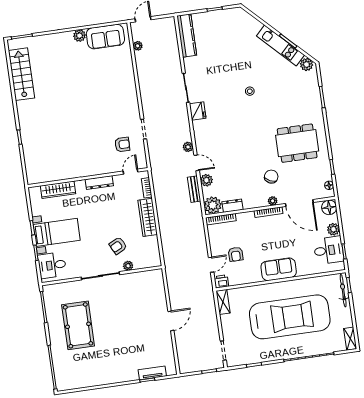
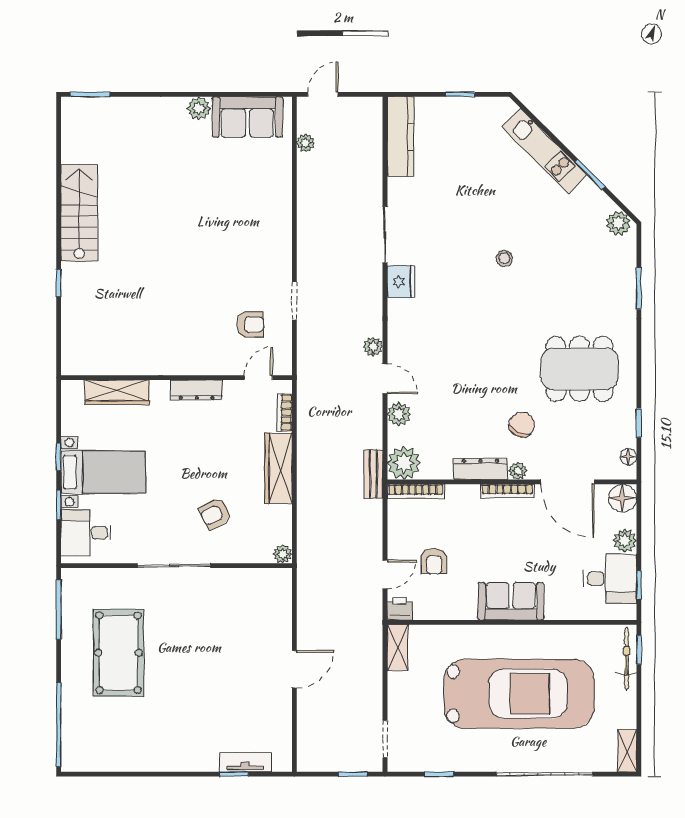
kitchen unit: (280, 46) -> (545, 151), moved
stairs: (21, 74) -> (79, 213), moved
bench: (194, 189) -> (373, 474), moved
dresser: (233, 206) -> (481, 469), moved, width x1.44
plant: (128, 266) -> (283, 554), moved

